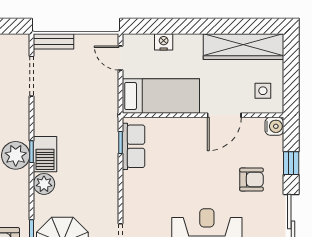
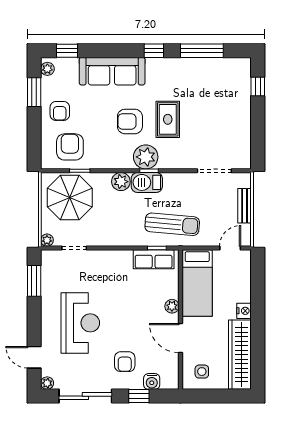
bench: (54, 41) -> (245, 206), moved
nightstand: (164, 42) -> (244, 311), moved
sun lounger: (93, 125) -> (172, 224), added
plant: (188, 125) -> (172, 306), added
water cooler: (274, 126) -> (152, 381), moved

